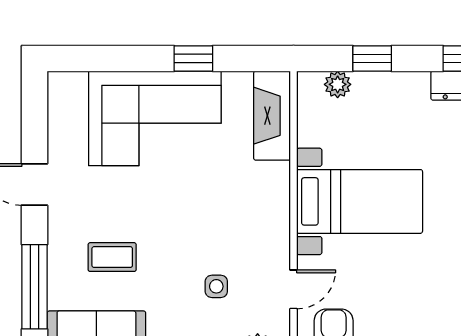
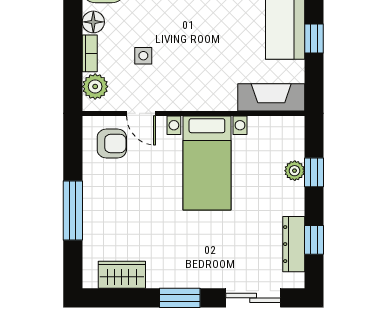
plant: (338, 84) -> (295, 171), moved

